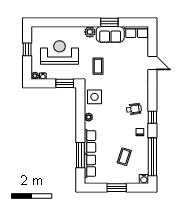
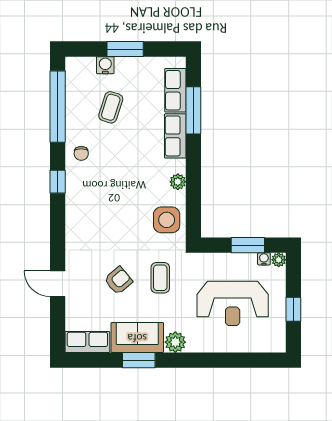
armchair: (120, 65) -> (118, 281), added
window: (65, 83) -> (248, 245), moved
wheelchair: (134, 109) -> (93, 197), removed
water cooler: (144, 179) -> (105, 65), moved

